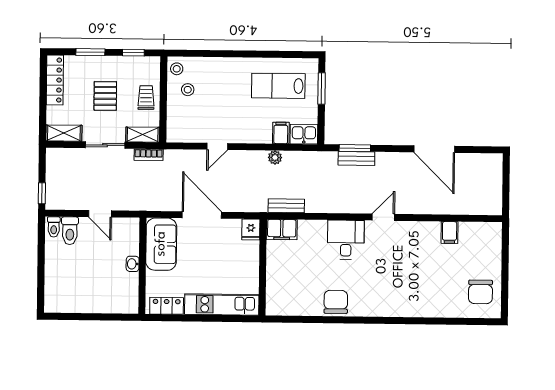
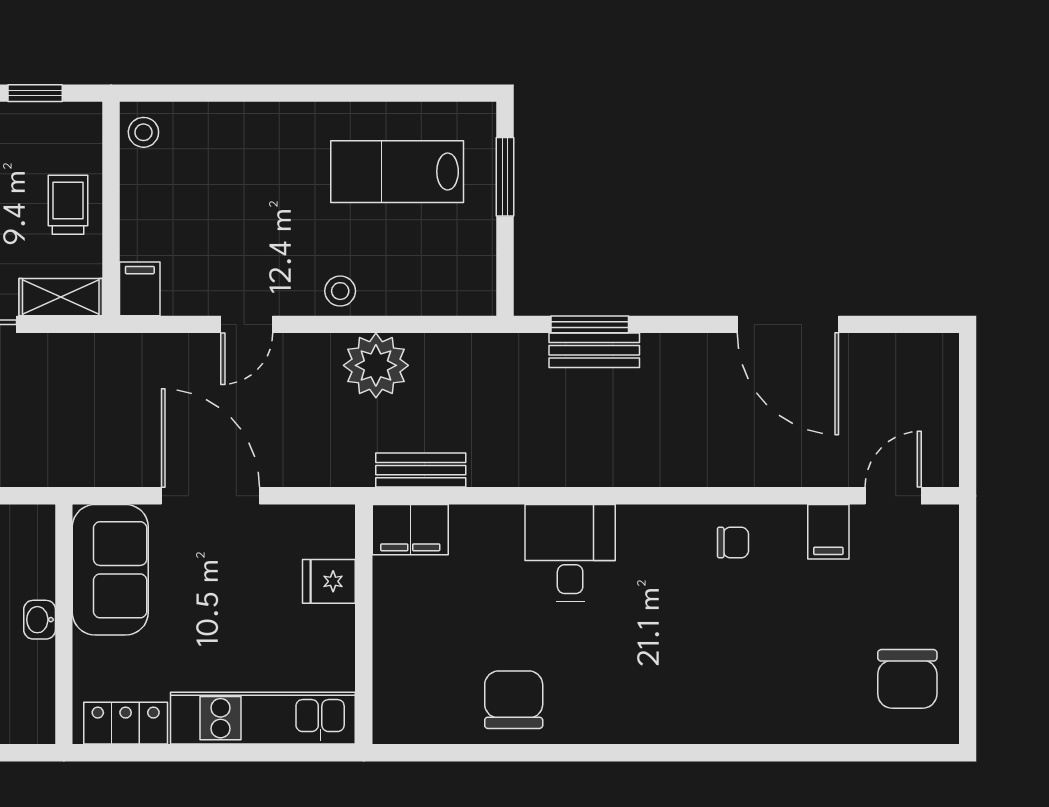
stool: (188, 90) -> (340, 291), moved
filing cabinet: (281, 133) -> (140, 289), moved
kitchen sink: (304, 134) -> (462, 291), removed
bookcase: (149, 155) -> (76, 347), removed
plant: (275, 158) -> (376, 365), width x1.88, depth x1.88
door: (383, 217) -> (893, 496), moved
fridge: (251, 230) -> (329, 581), moved, turned 90
chair: (411, 236) -> (733, 542), added
chair: (336, 302) -> (514, 700), moved

